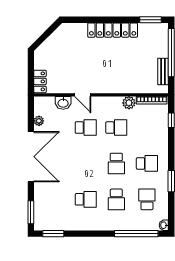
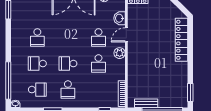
locker: (113, 30) -> (181, 40), moved
plant: (129, 103) -> (120, 53), moved

